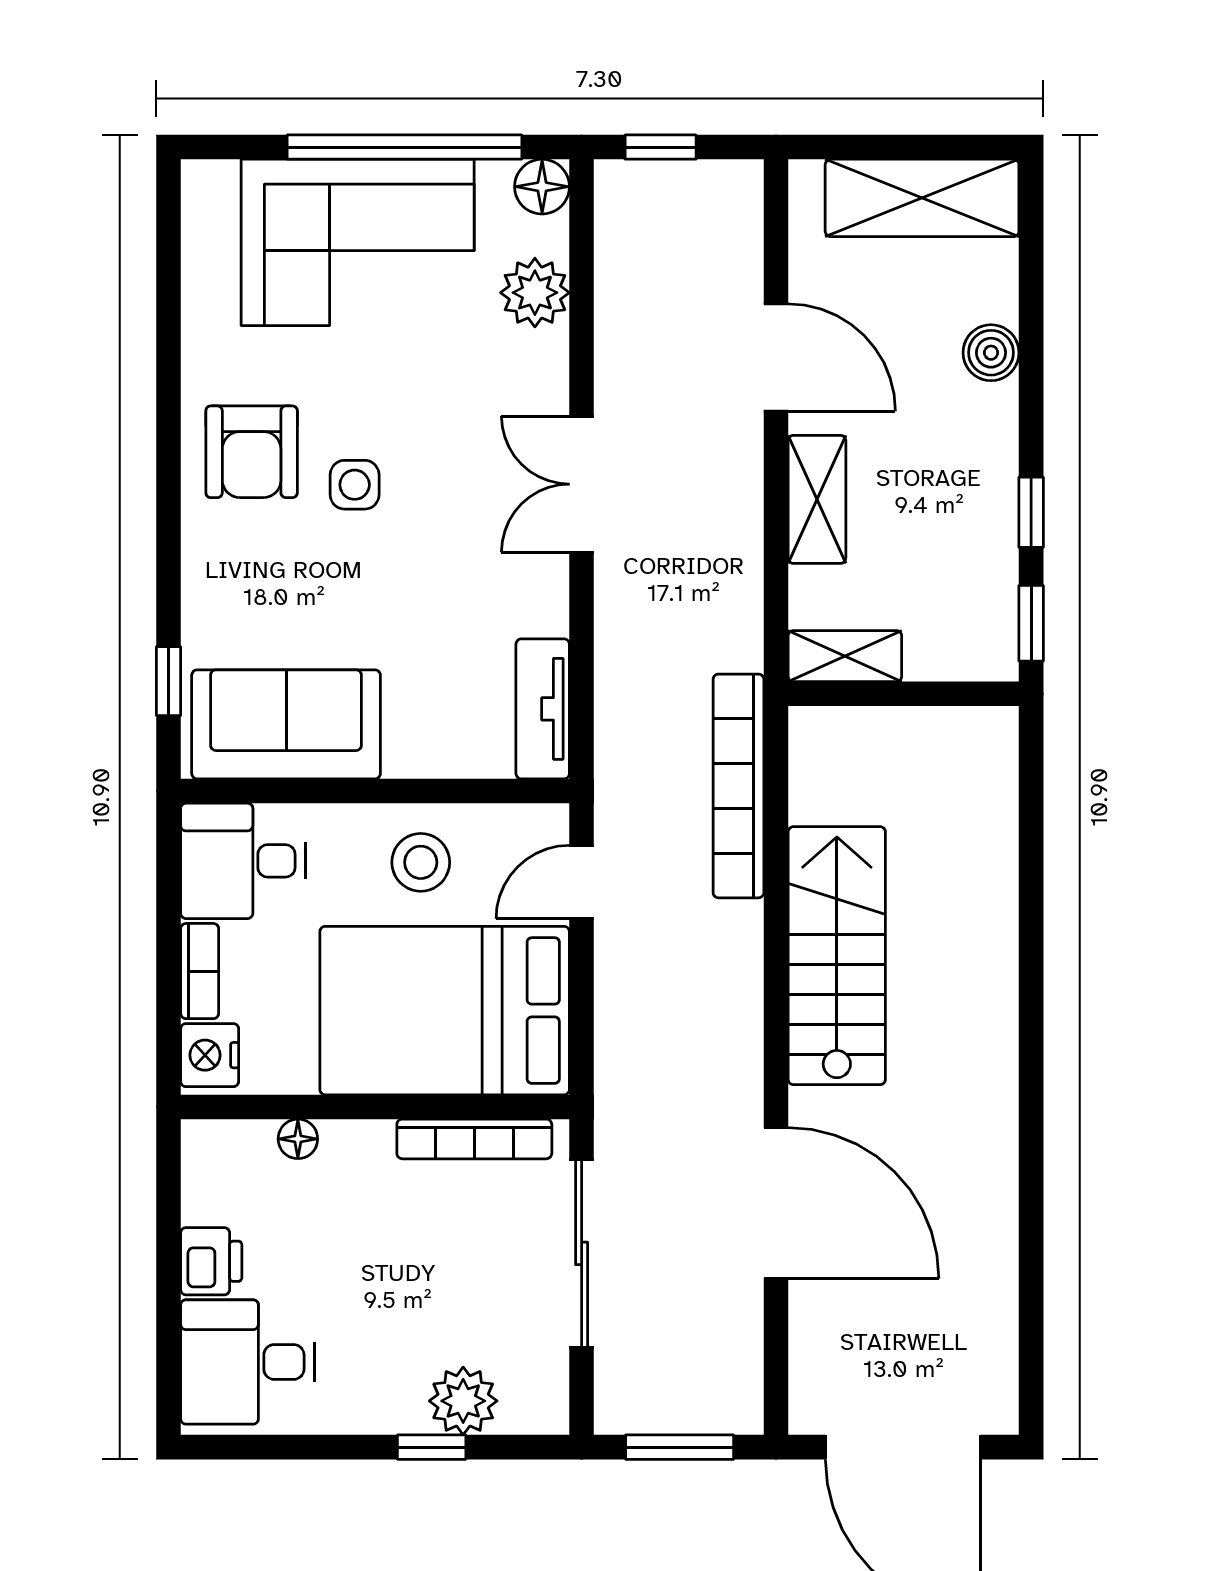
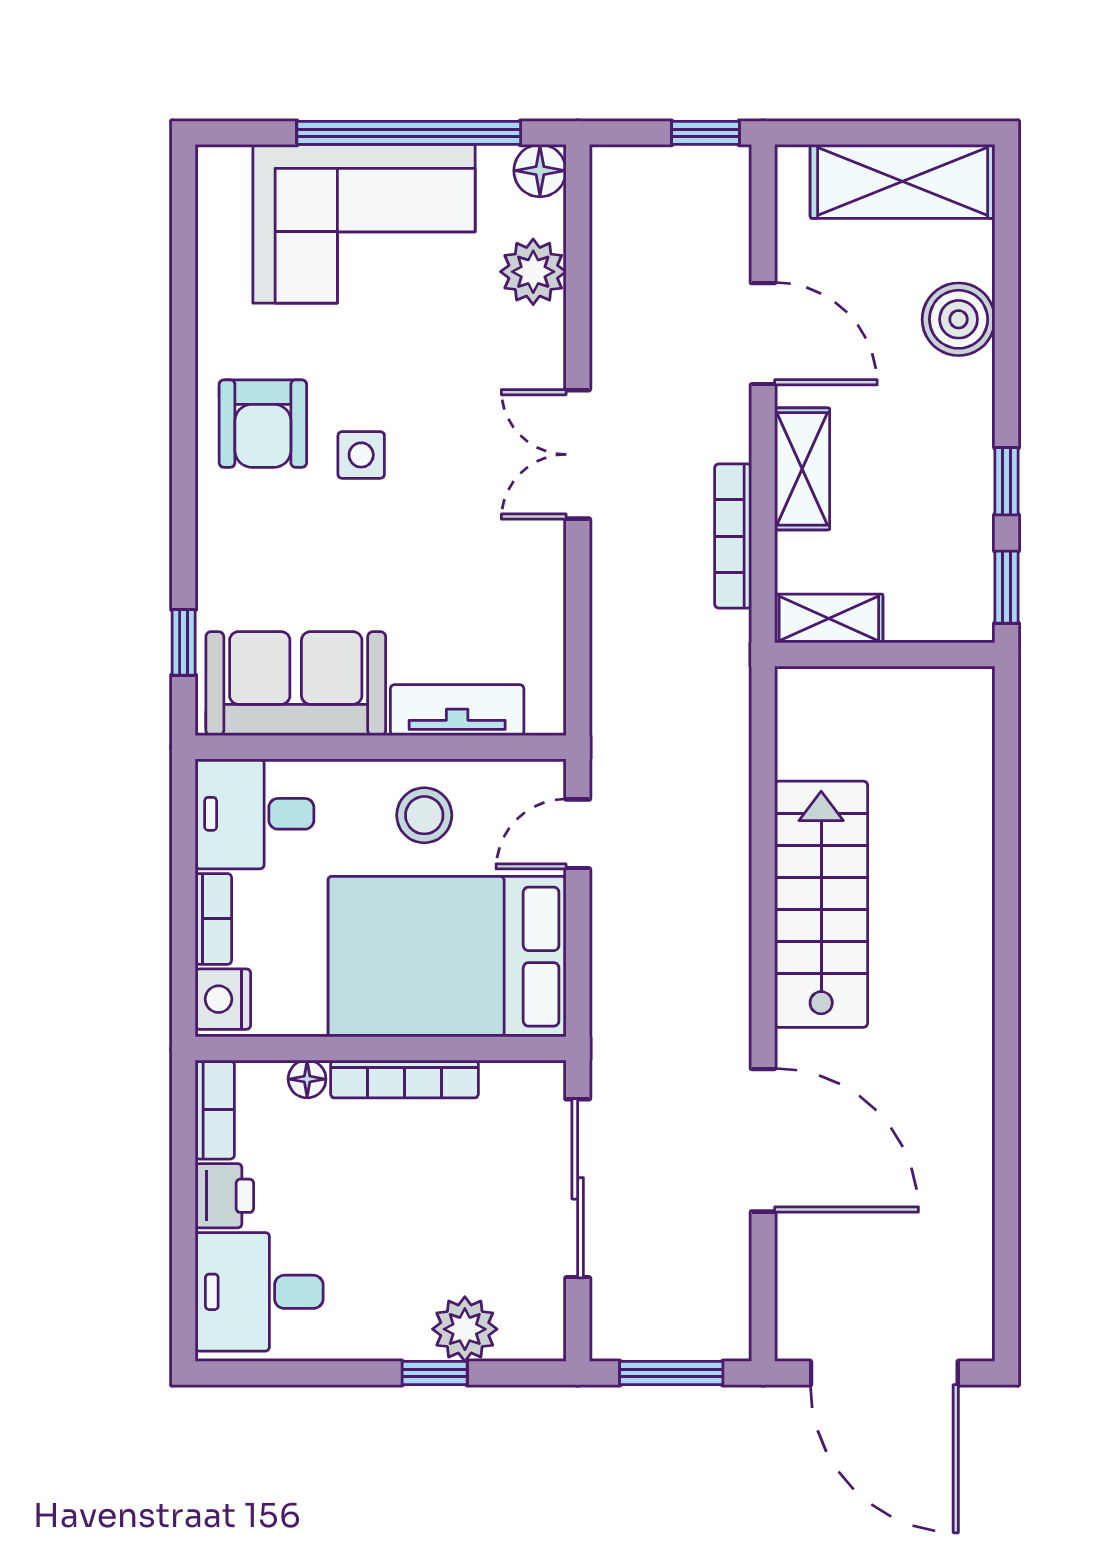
window: (661, 147) -> (705, 133), moved
boiler: (991, 353) -> (959, 319), width x1.36, depth x1.36
tv unit: (543, 709) -> (457, 710), moved, turned 90
bookcase: (738, 786) -> (733, 536), moved, width x0.68, depth x0.76
bookcase: (474, 1139) -> (405, 1079), moved
bookcase: (201, 1171) -> (215, 1110), added

